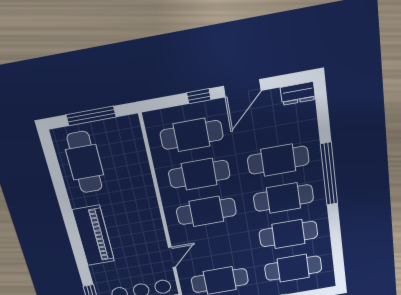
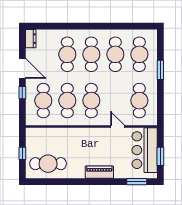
window: (91, 116) -> (22, 153), width x0.46
window: (329, 174) -> (81, 26), removed
piano: (93, 236) -> (99, 172), width x0.73, depth x0.75

